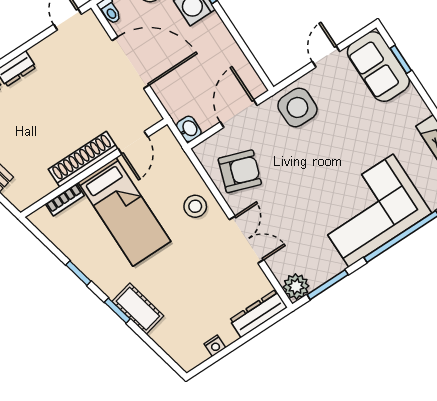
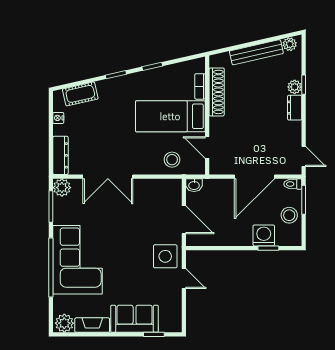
door: (326, 56) -> (184, 279), moved
sofa: (378, 67) -> (135, 319), moved
shoe rack: (83, 159) -> (217, 92), moved
armchair: (240, 171) -> (150, 199), removed
stool: (195, 206) -> (172, 160), moved
double door: (247, 240) -> (108, 177), width x1.37
cot: (138, 309) -> (80, 94), moved

